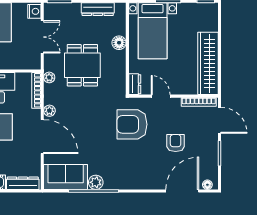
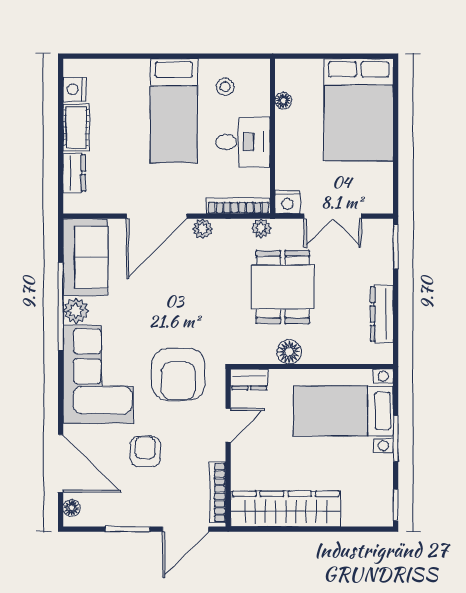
nightstand: (34, 11) -> (288, 202), moved
floor lamp: (119, 43) -> (289, 352), moved
dining table: (82, 65) -> (283, 287), turned 90
armchair: (132, 124) -> (178, 374), turned 180
armchair: (176, 143) -> (145, 452), turned -90
corner sofa: (132, 170) -> (98, 374), added
dresser: (23, 183) -> (74, 173), width x0.70

